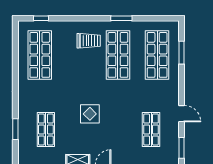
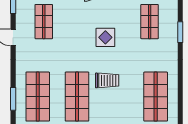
trolley: (89, 41) -> (107, 80), moved, turned 180
window: (15, 129) -> (180, 32), moved

